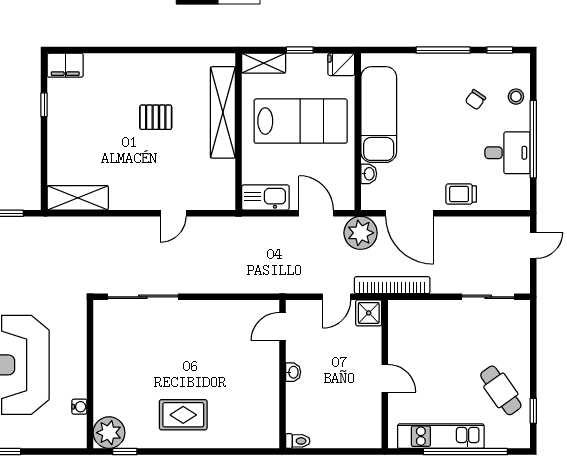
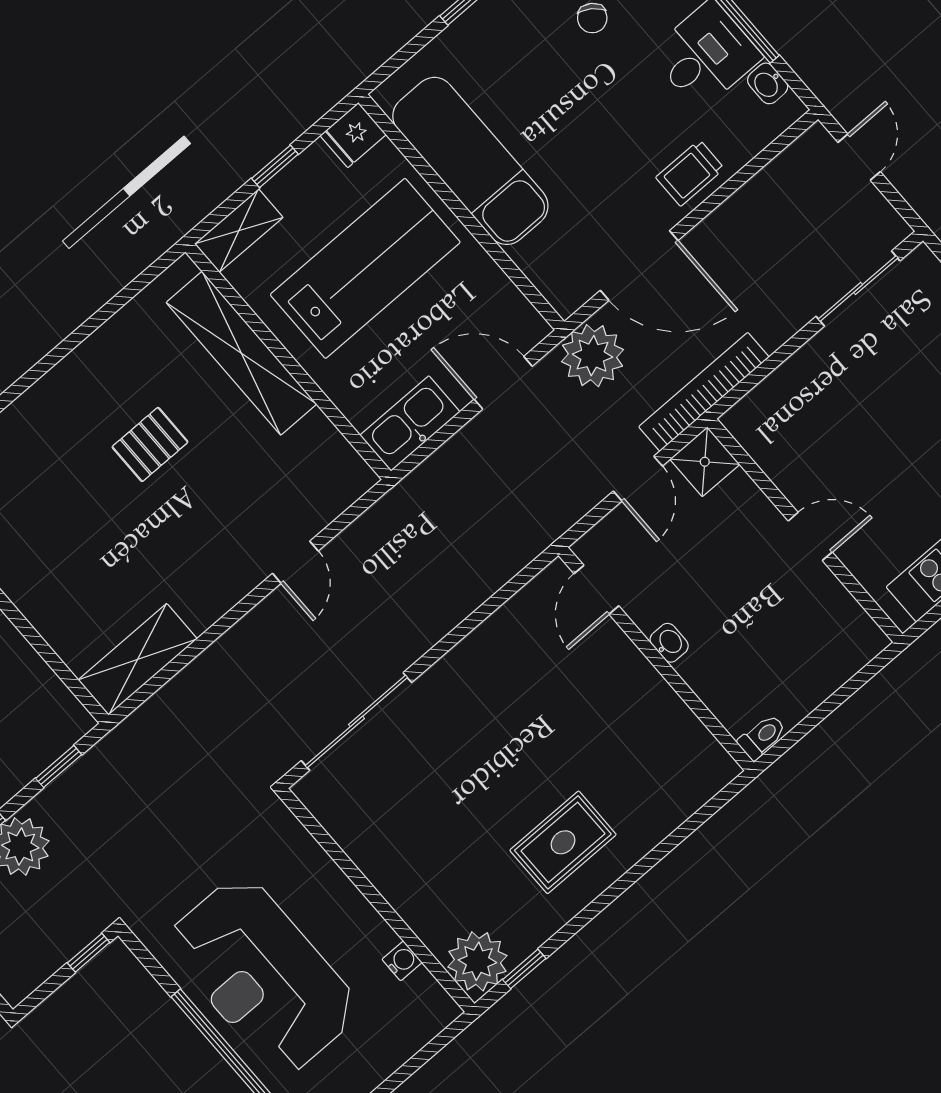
washbasin: (369, 174) -> (768, 83), moved, turned 180

